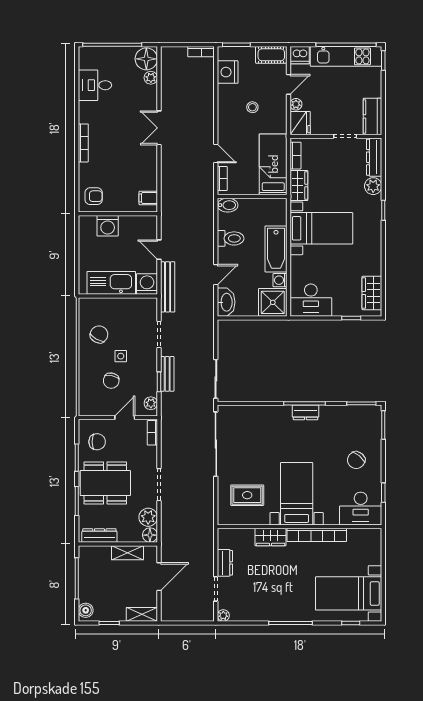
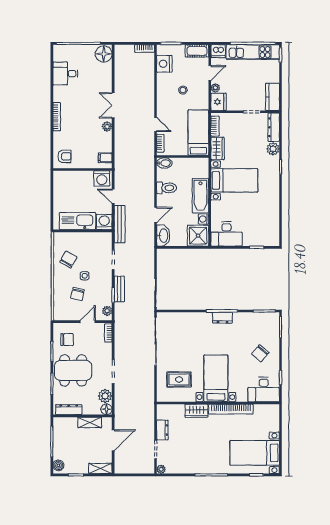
plant: (151, 78) -> (107, 127), moved
washing machine: (108, 226) -> (102, 178), moved
wardrobe: (372, 293) -> (272, 229), removed

